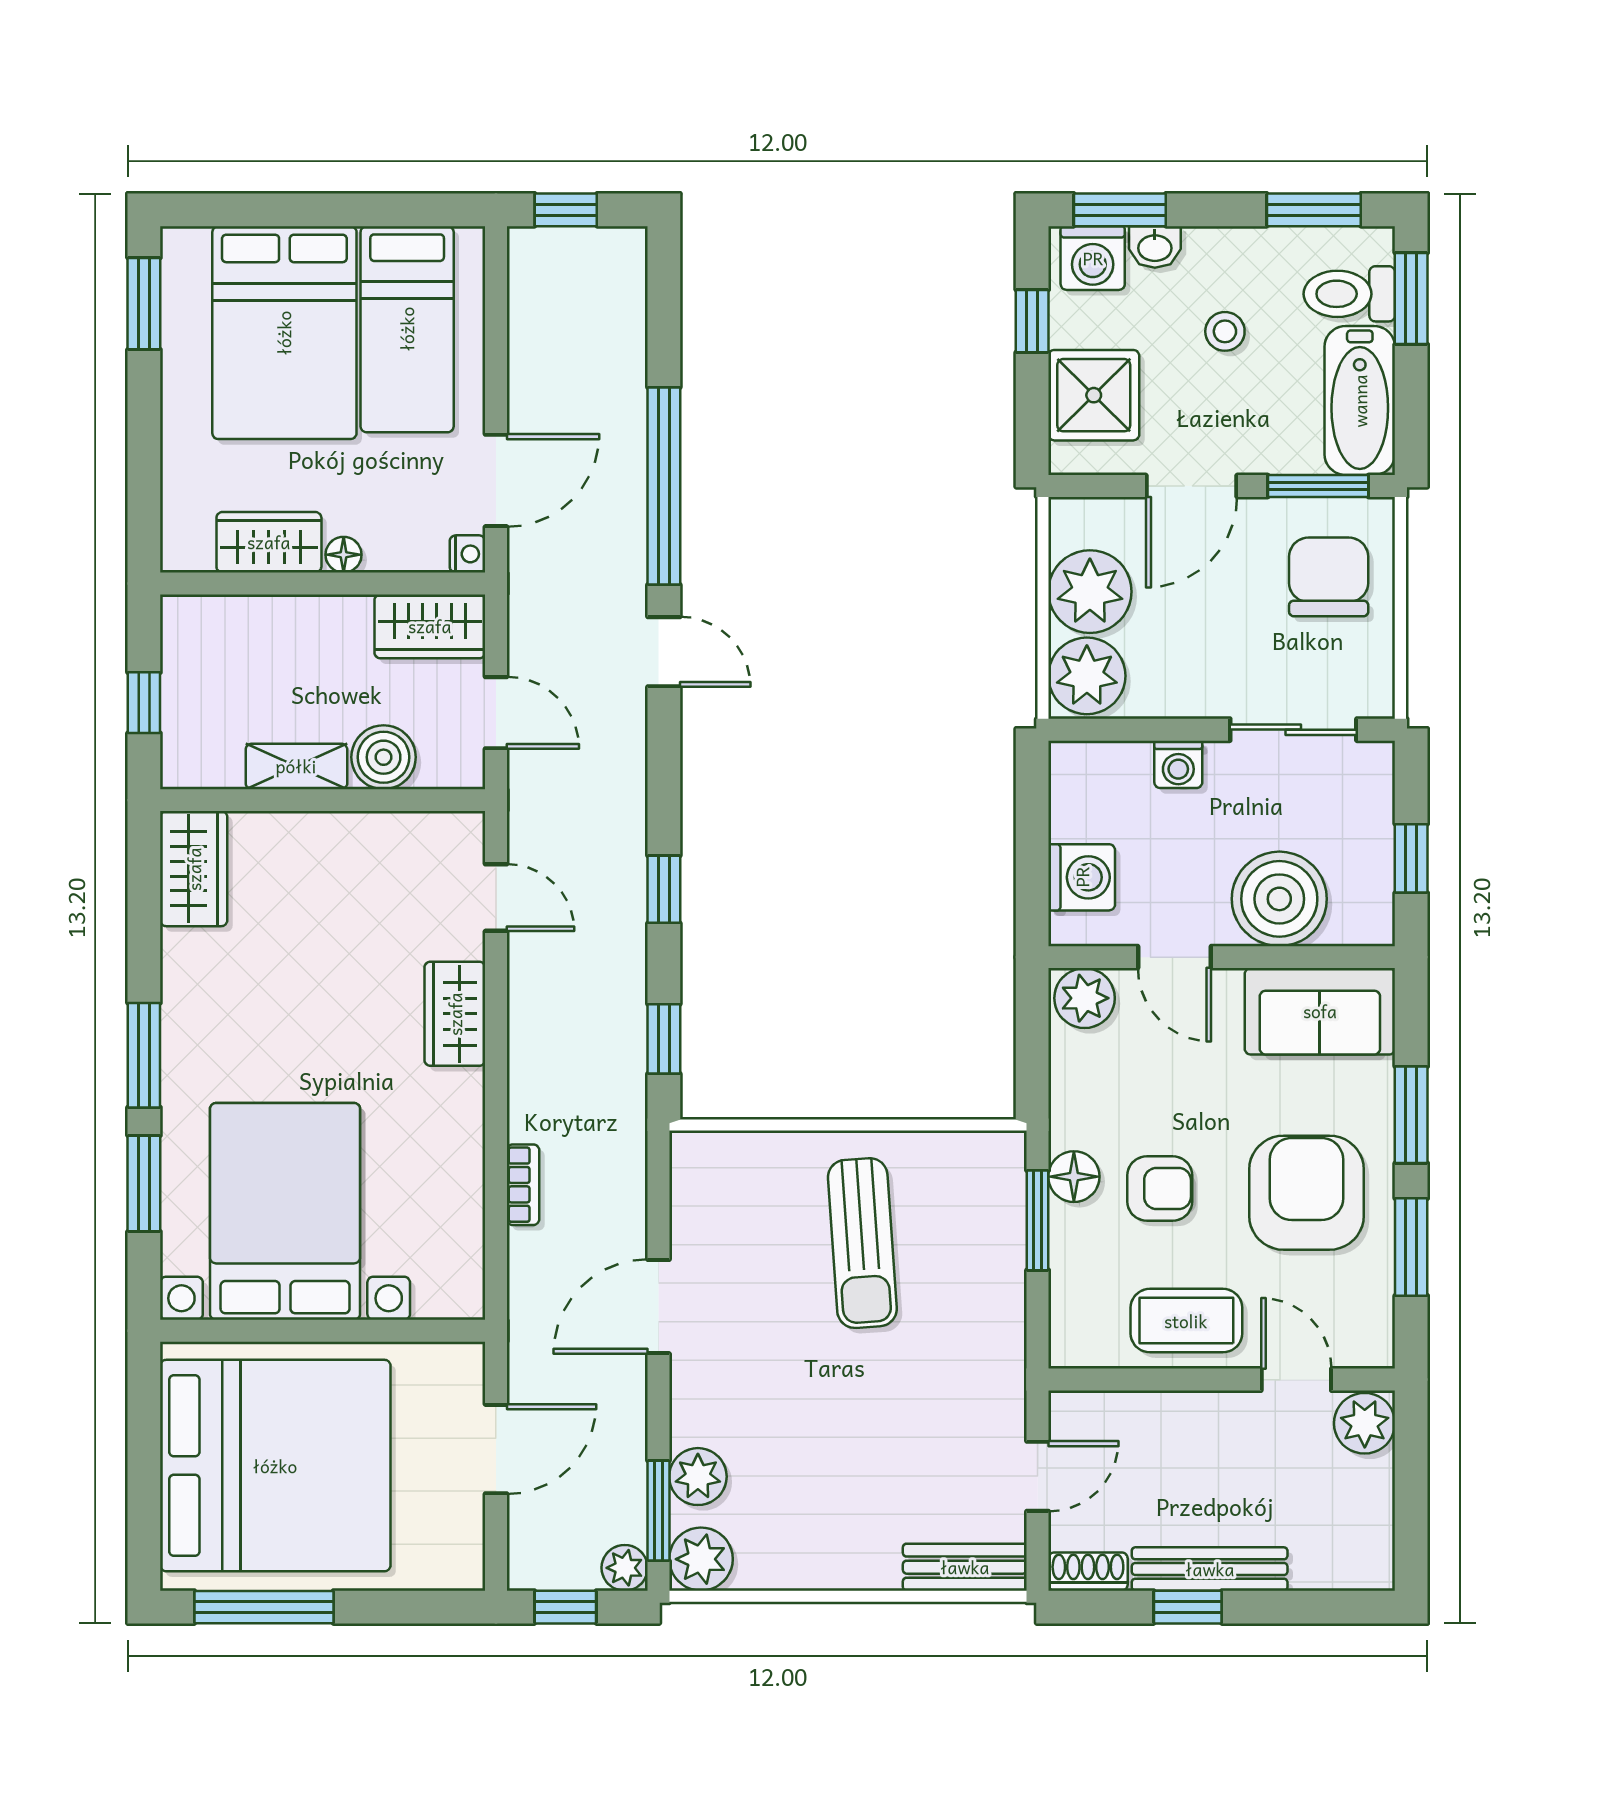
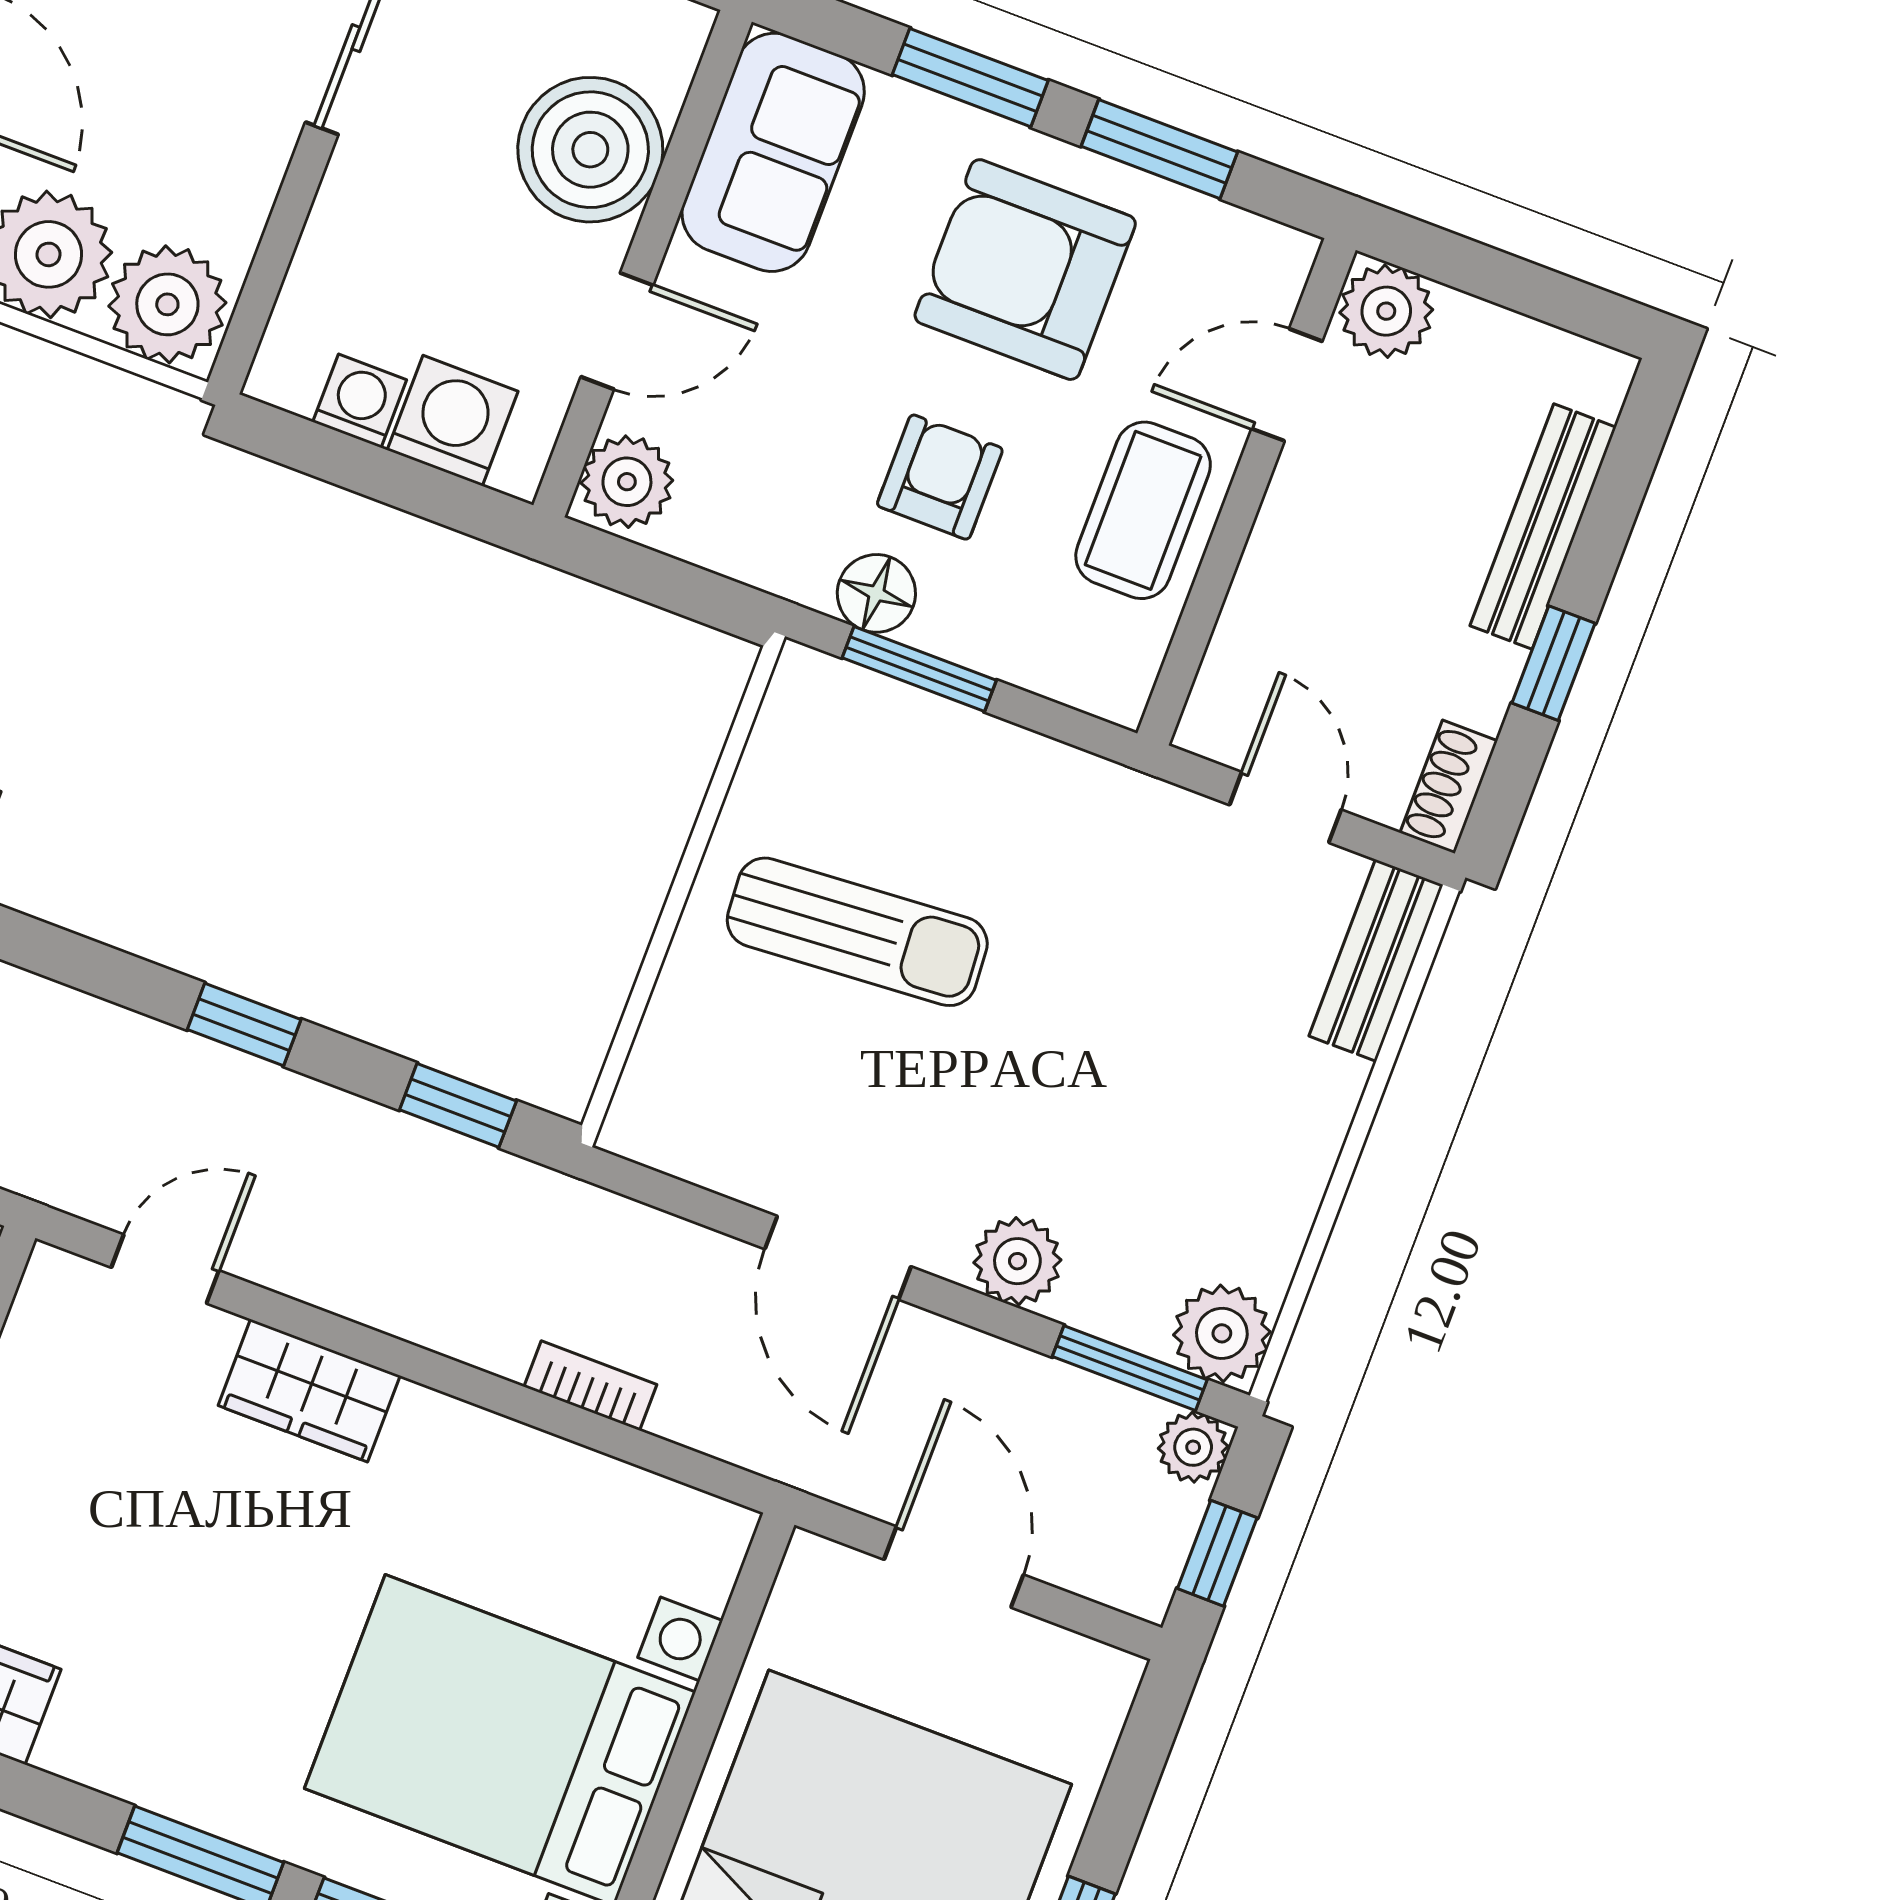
washing machine: (1178, 764) -> (360, 401), moved, turned -90
plant: (698, 1477) -> (1017, 1261), moved
bench: (1210, 1569) -> (1543, 526), moved

